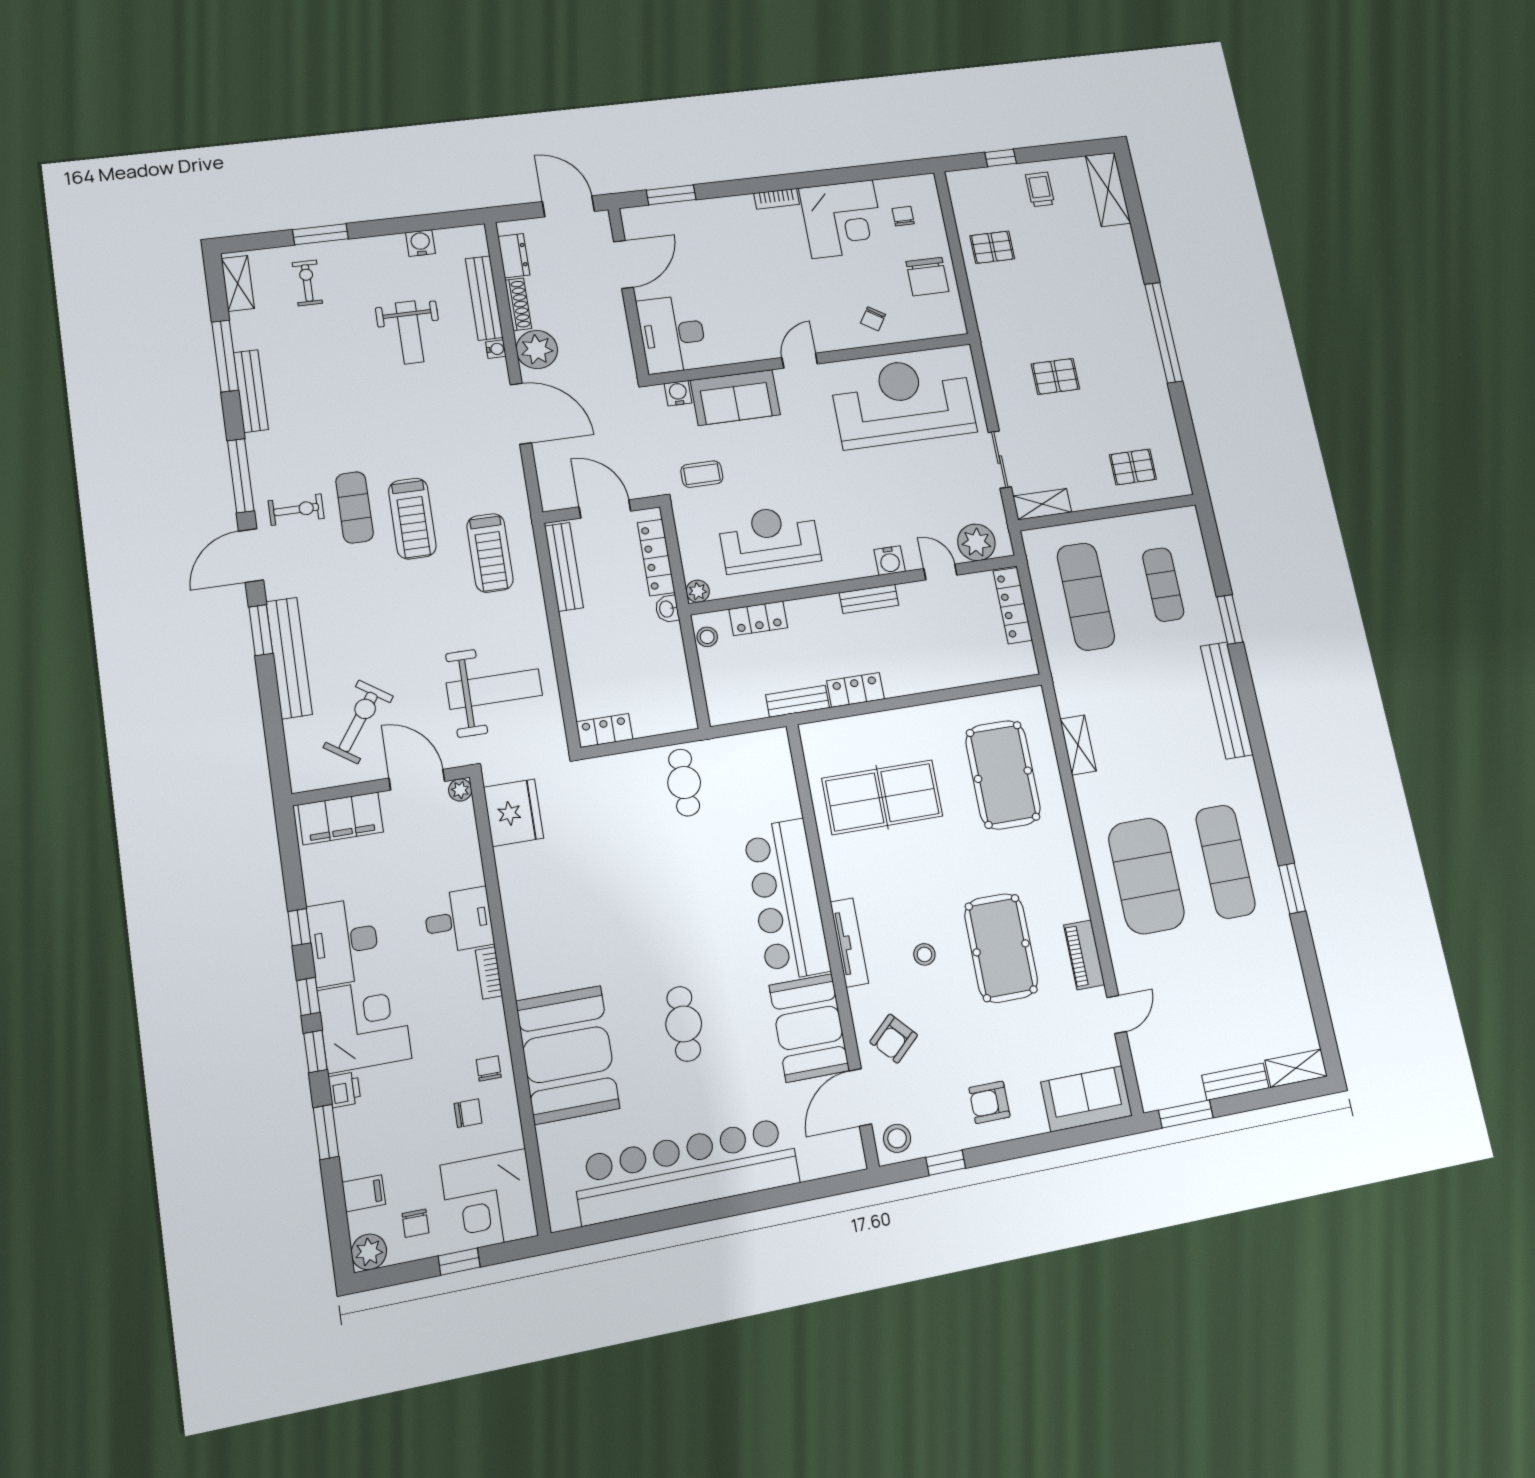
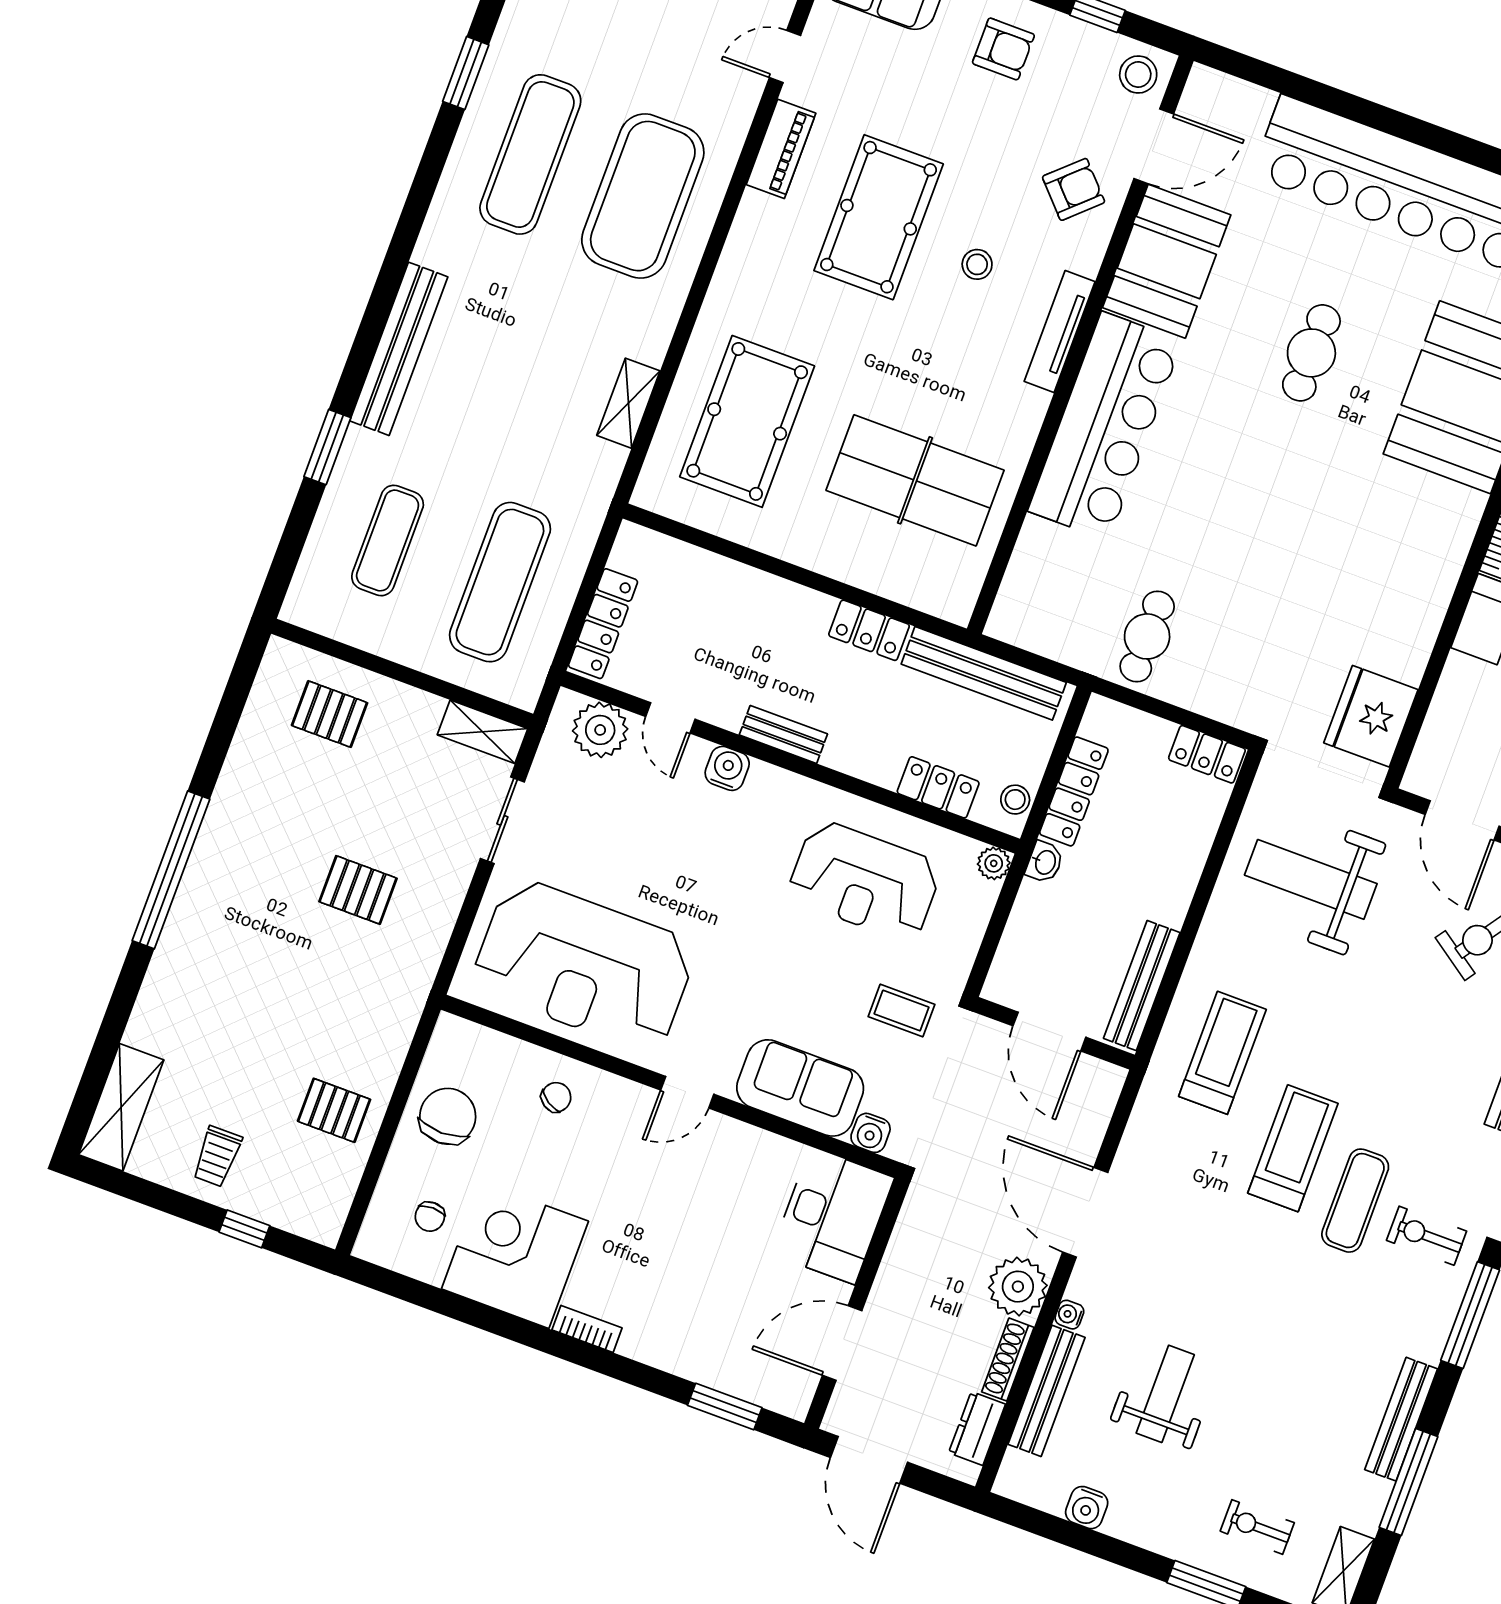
exercise bike: (307, 283) -> (1257, 1527), turned 90
locker: (656, 557) -> (1074, 791), moved
bench: (798, 701) -> (984, 673), width x1.86, depth x1.21
plant: (460, 790) -> (1418, 779), removed

